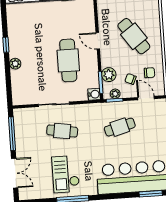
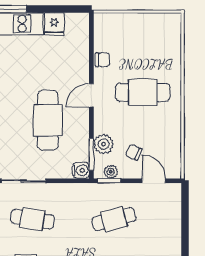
cafe table: (134, 36) -> (143, 92), turned -55
door: (98, 41) -> (91, 95), hinge flipped
chair: (149, 73) -> (102, 60), moved

